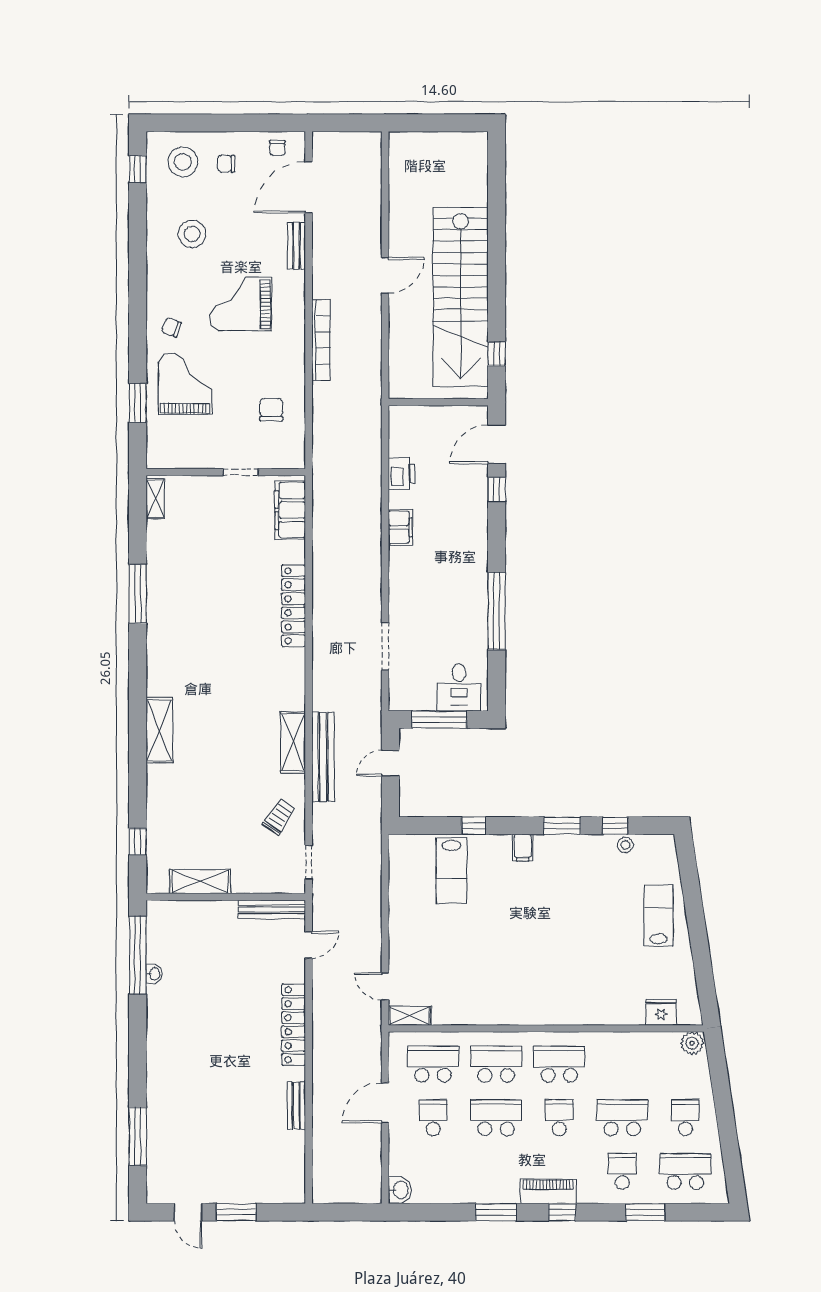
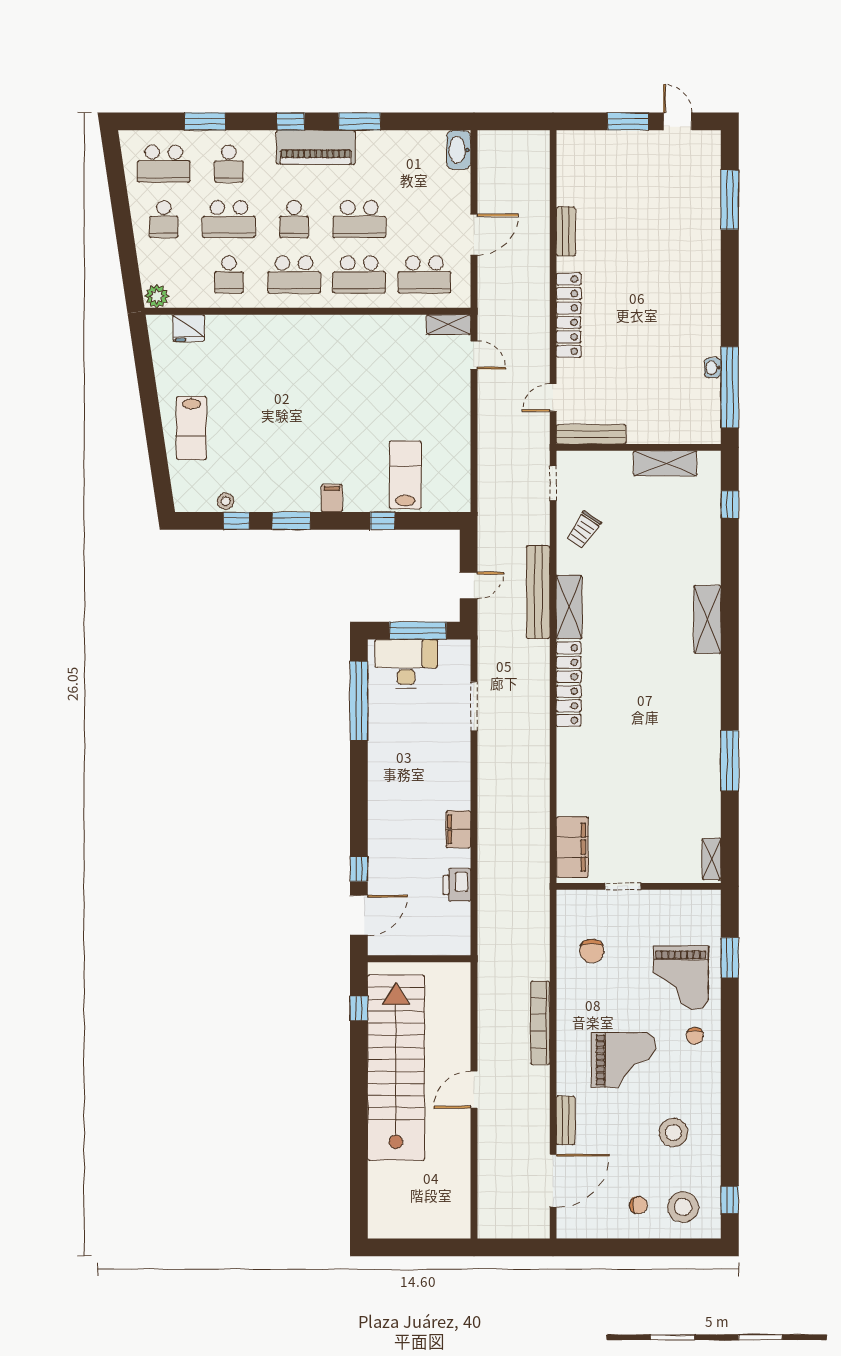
chair: (277, 148) -> (585, 1221), removed
chair: (172, 327) -> (695, 1036), turned 70
locker: (294, 606) -> (569, 684), moved
window: (497, 611) -> (359, 701), moved
desk: (459, 687) -> (406, 664), width x1.37
school desk: (433, 1118) -> (229, 274), moved
washbasin: (400, 1190) -> (459, 150), width x1.38
piano: (548, 1191) -> (316, 147), width x1.37, depth x1.33

